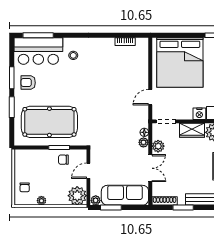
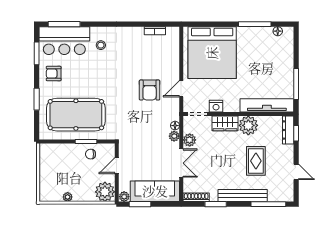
window: (12, 78) -> (37, 53), moved
armchair: (120, 98) -> (150, 90), added
nightstand: (199, 114) -> (216, 106), moved
chair: (25, 187) -> (50, 183), removed

